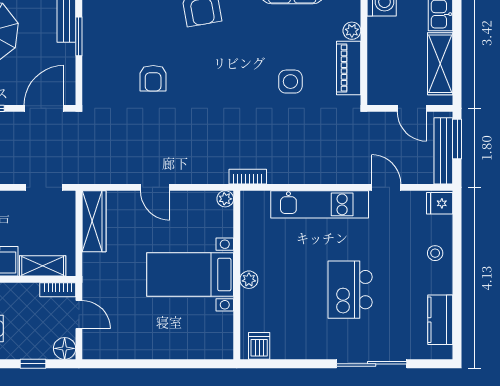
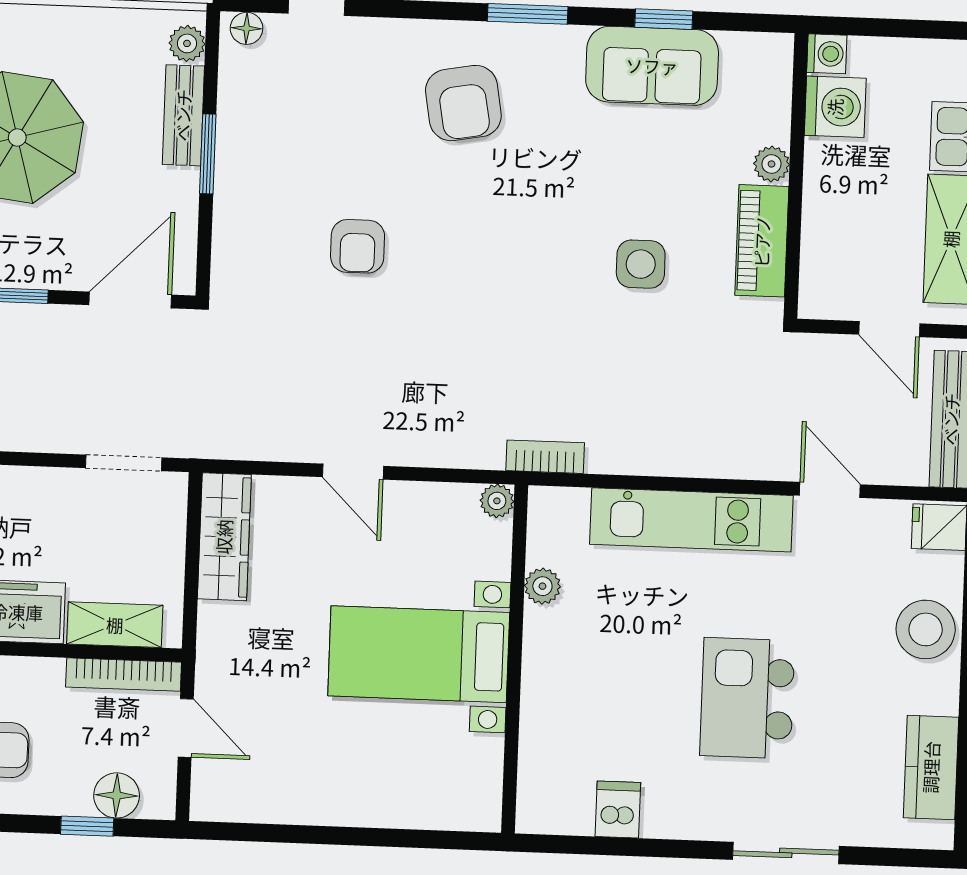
stool: (435, 253) -> (926, 629), width x1.89, depth x1.89
plant: (249, 280) -> (542, 586), moved
bookcase: (58, 290) -> (124, 675), width x1.56
dishwasher: (259, 346) -> (618, 810), moved
floor lamp: (65, 348) -> (117, 795), moved
sliding door: (372, 364) -> (786, 853), width x0.73

